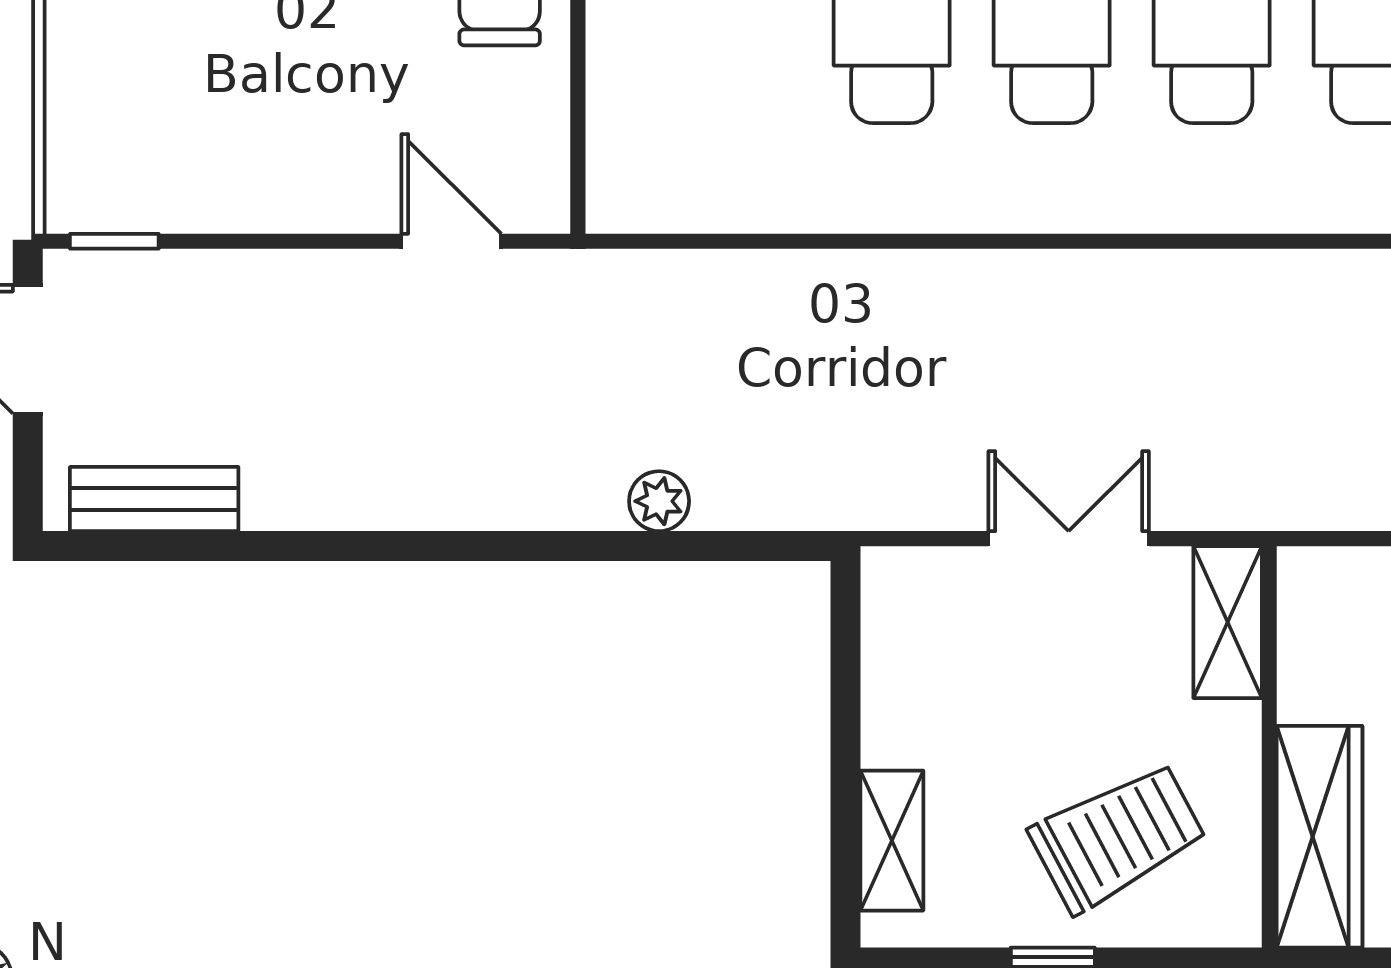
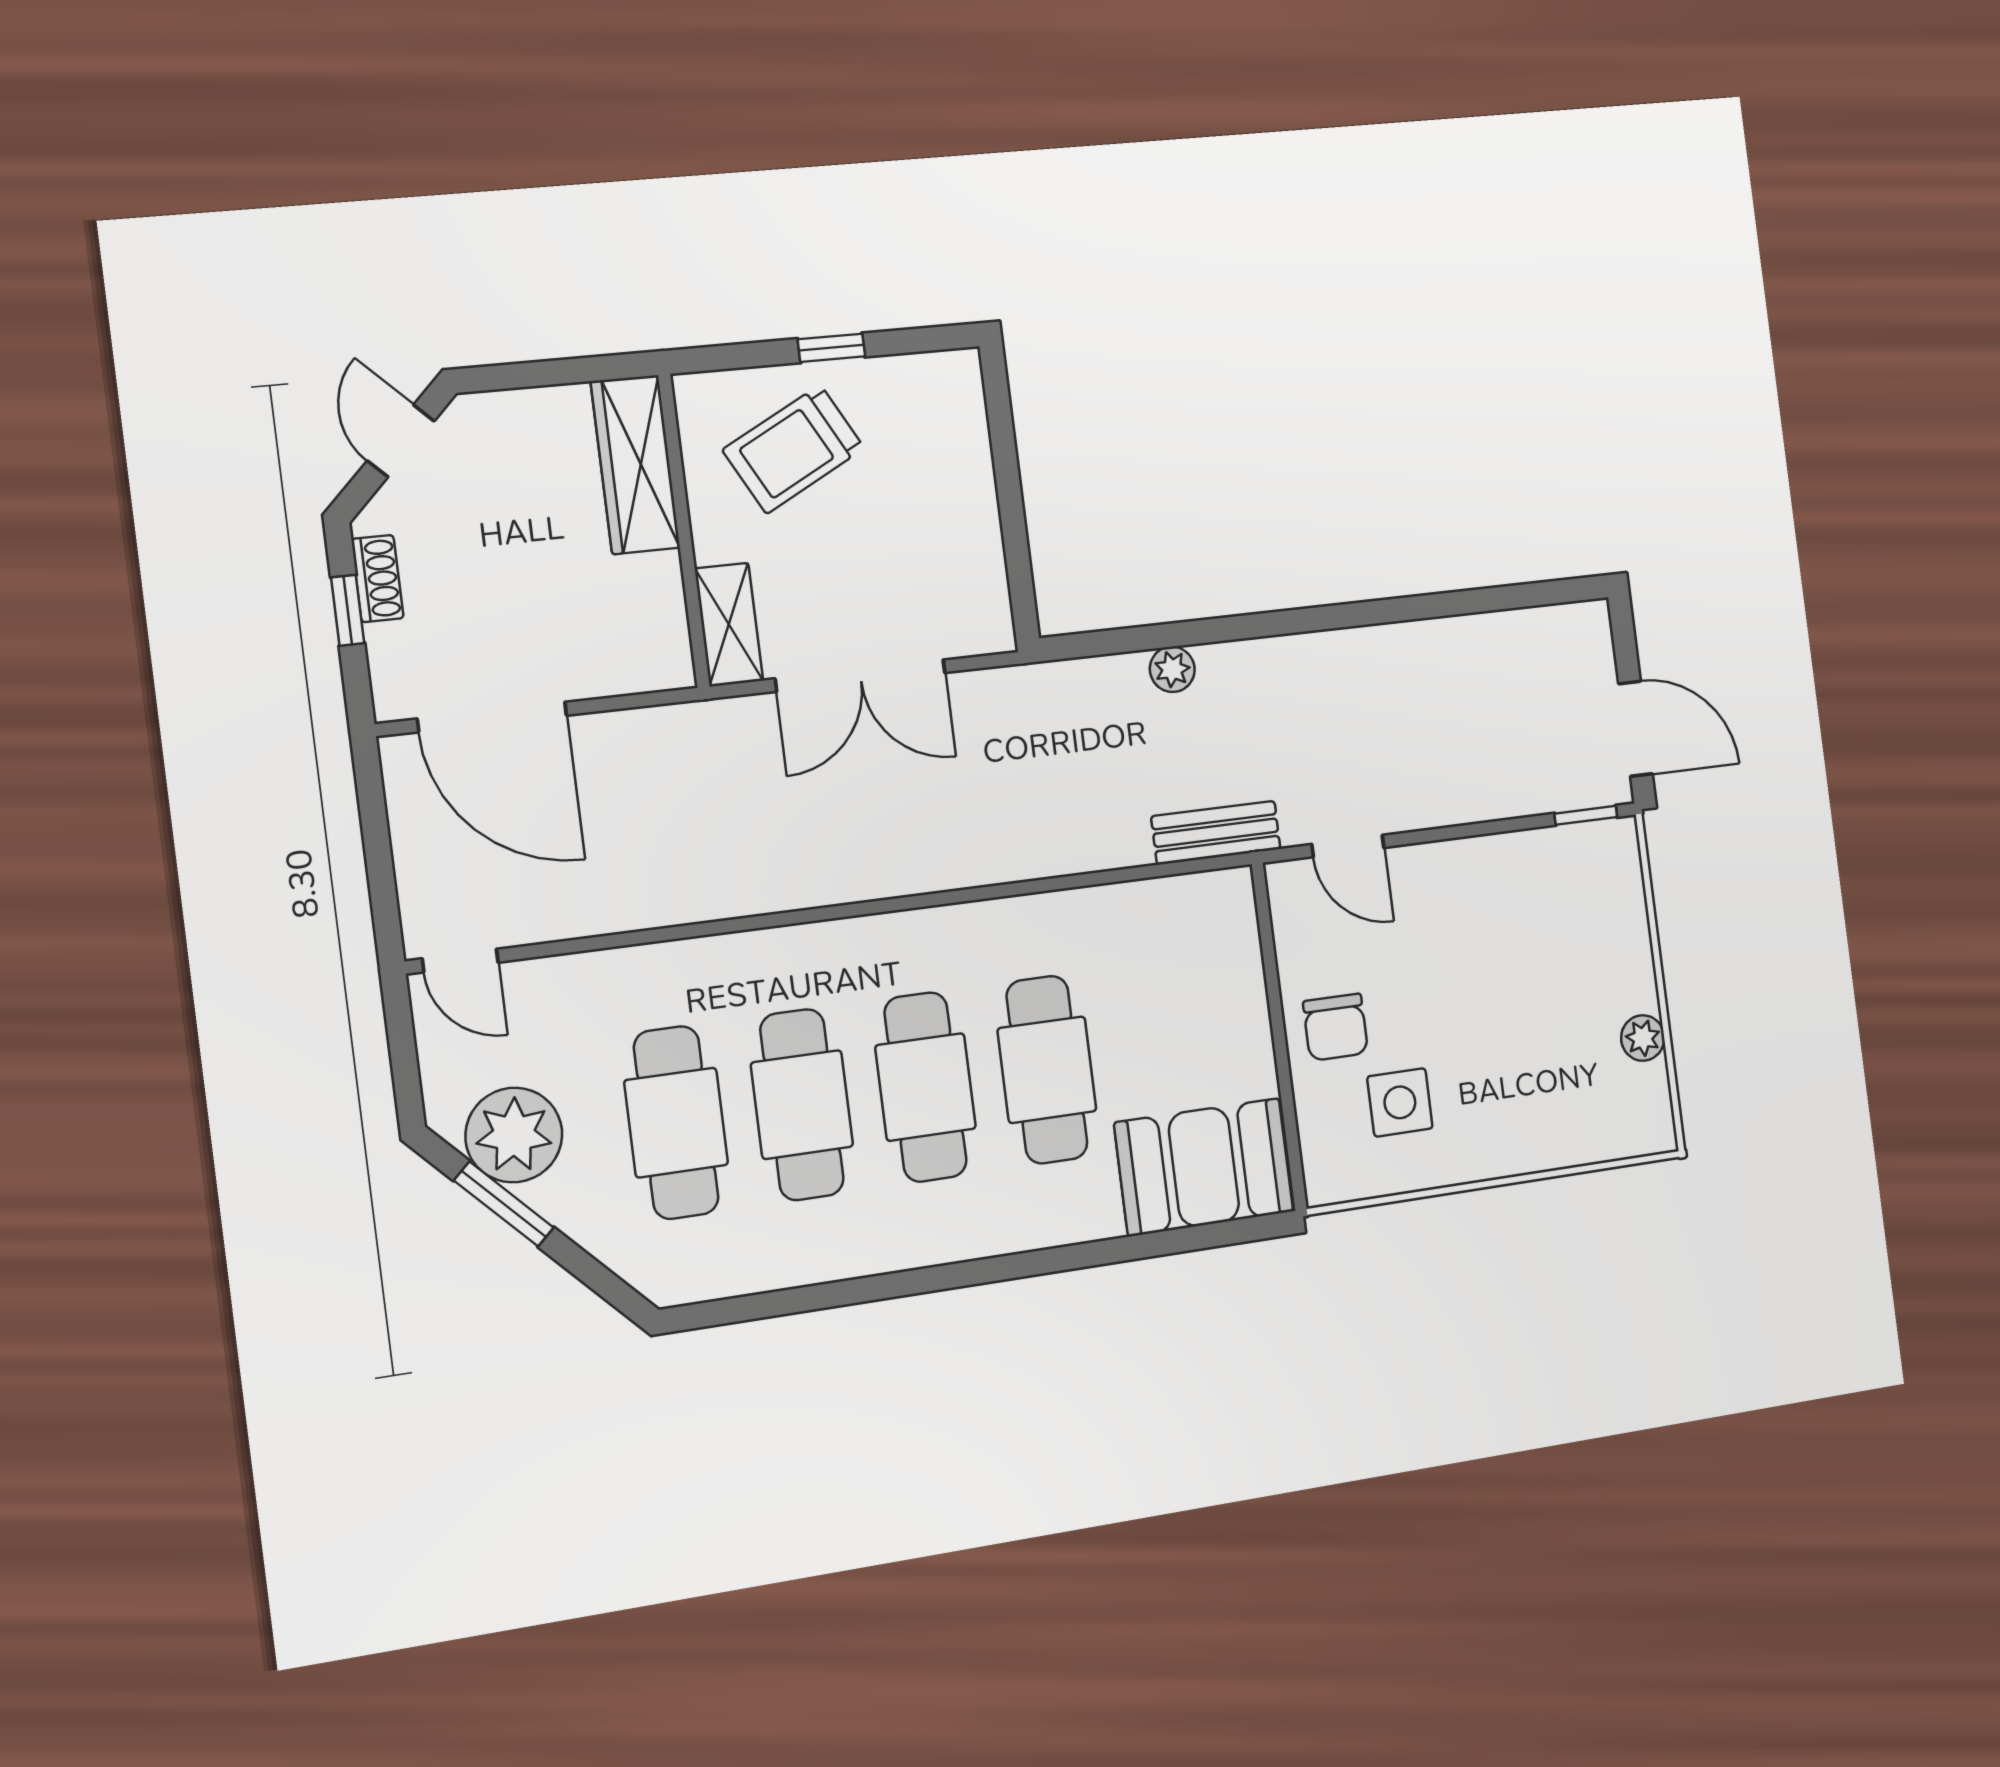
bench: (154, 499) -> (1216, 833), moved
double door: (1069, 539) -> (860, 676), width x1.37
shelving: (892, 841) -> (966, 430), removed

